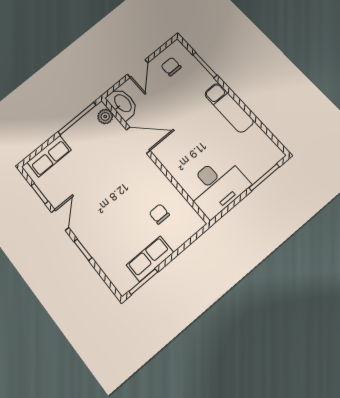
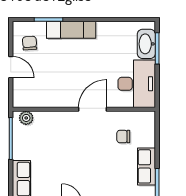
chair: (171, 67) -> (30, 43), turned 86
washbasin: (122, 104) -> (146, 44), moved, turned -90
exam couch: (229, 108) -> (71, 30), moved
door: (138, 140) -> (93, 109), moved

